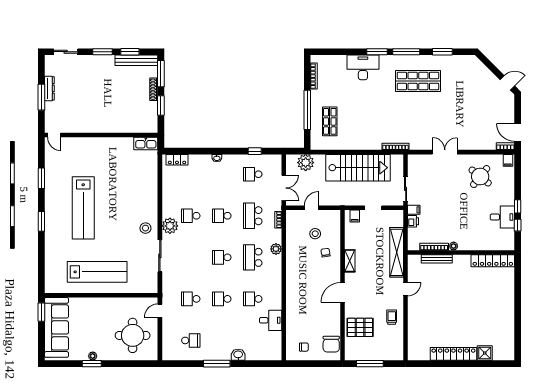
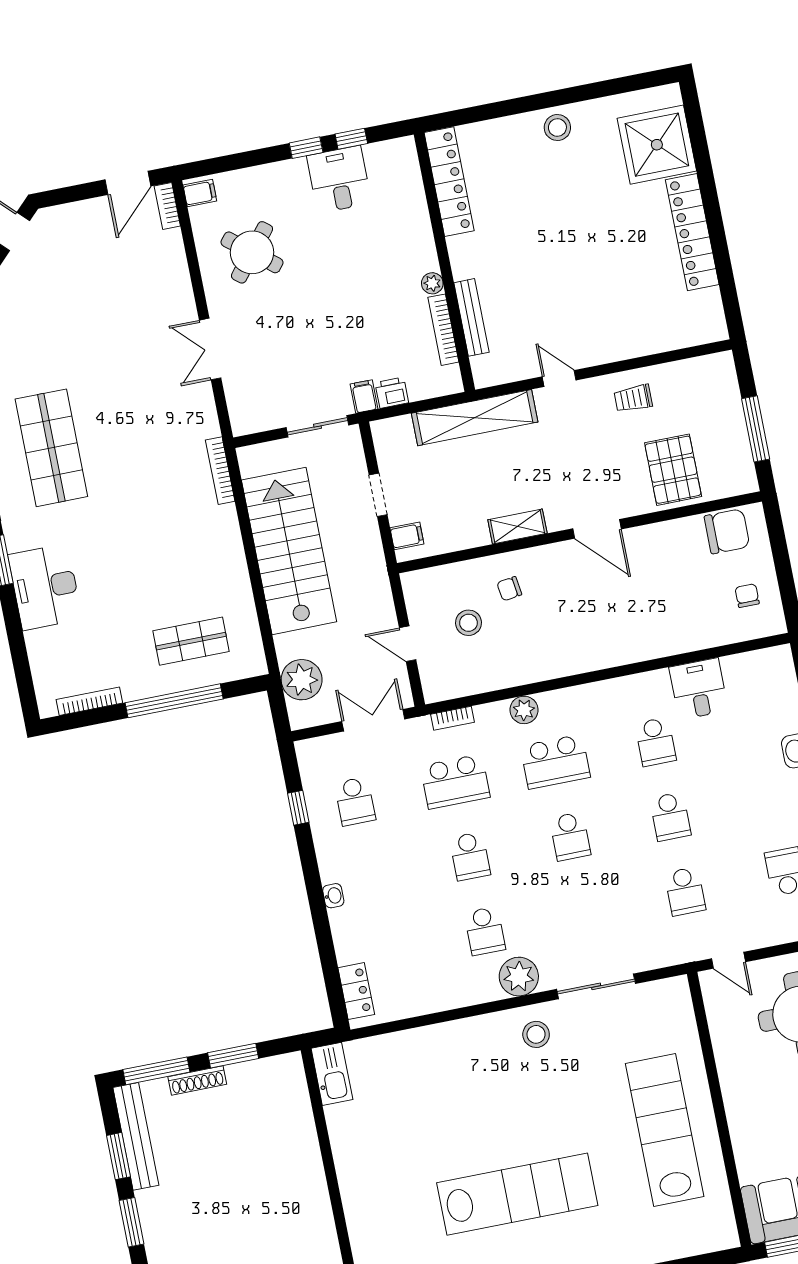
stool: (506, 308) -> (557, 128), added
shower: (485, 353) -> (657, 145), width x1.86, depth x1.86

